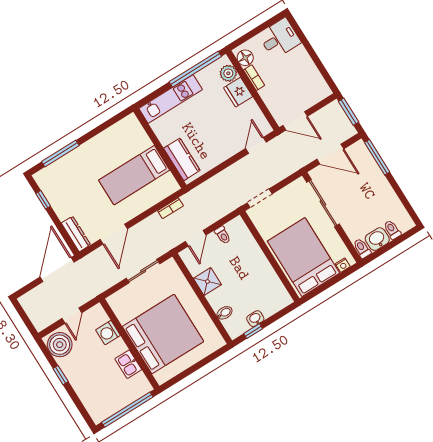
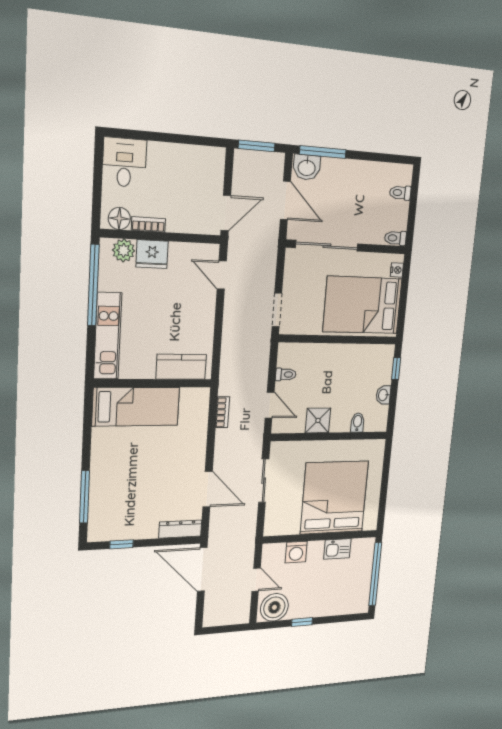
door: (330, 154) -> (285, 200), hinge flipped
bed: (134, 175) -> (136, 407), moved, turned -90
washbasin: (377, 239) -> (307, 167), moved, turned -90
window: (253, 331) -> (396, 369), moved

